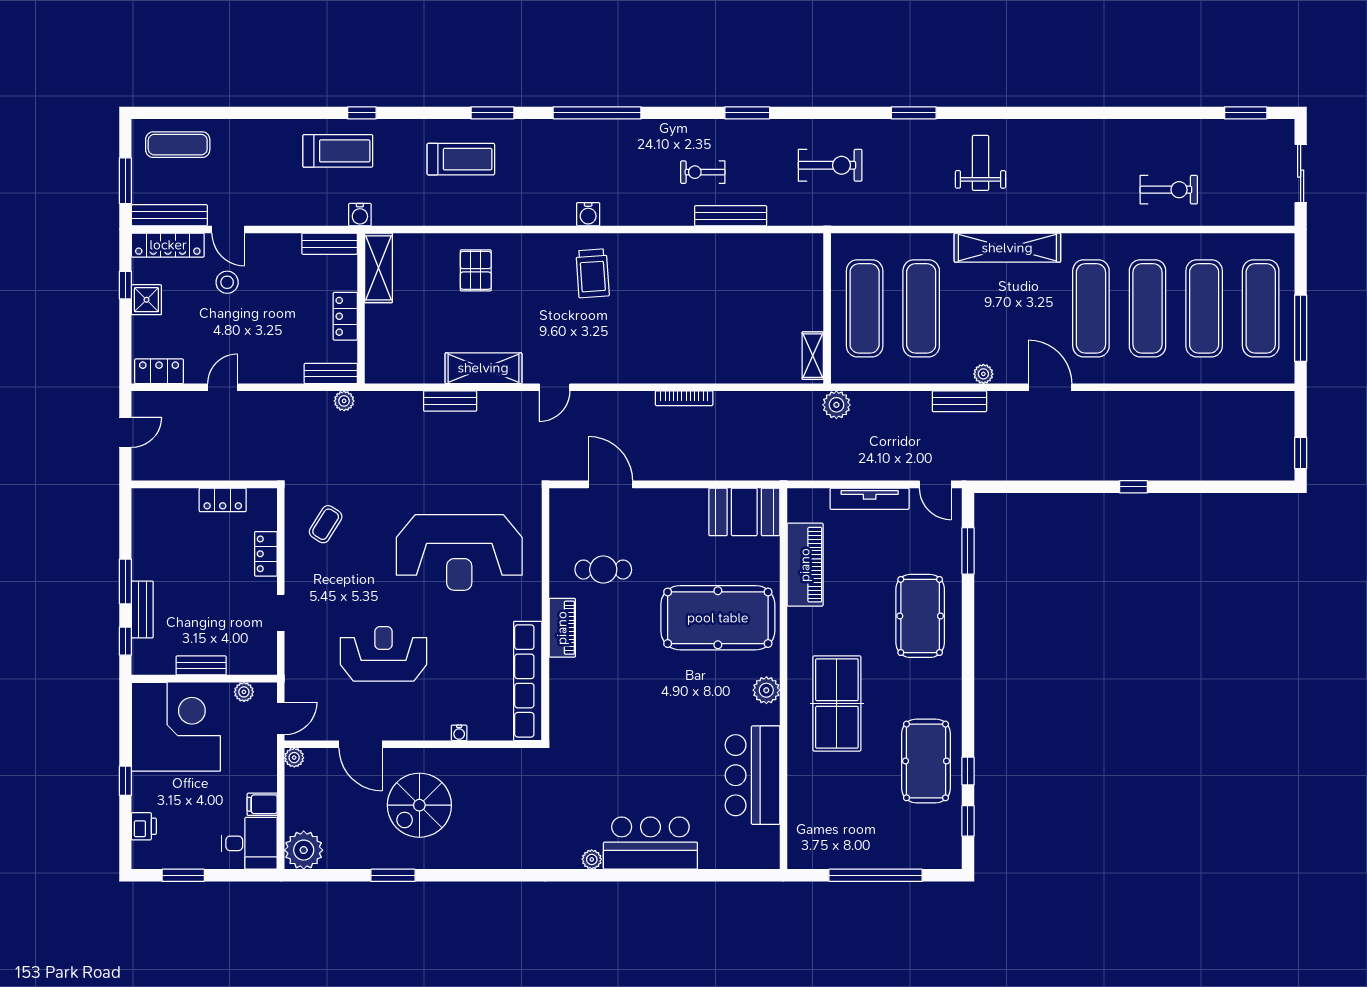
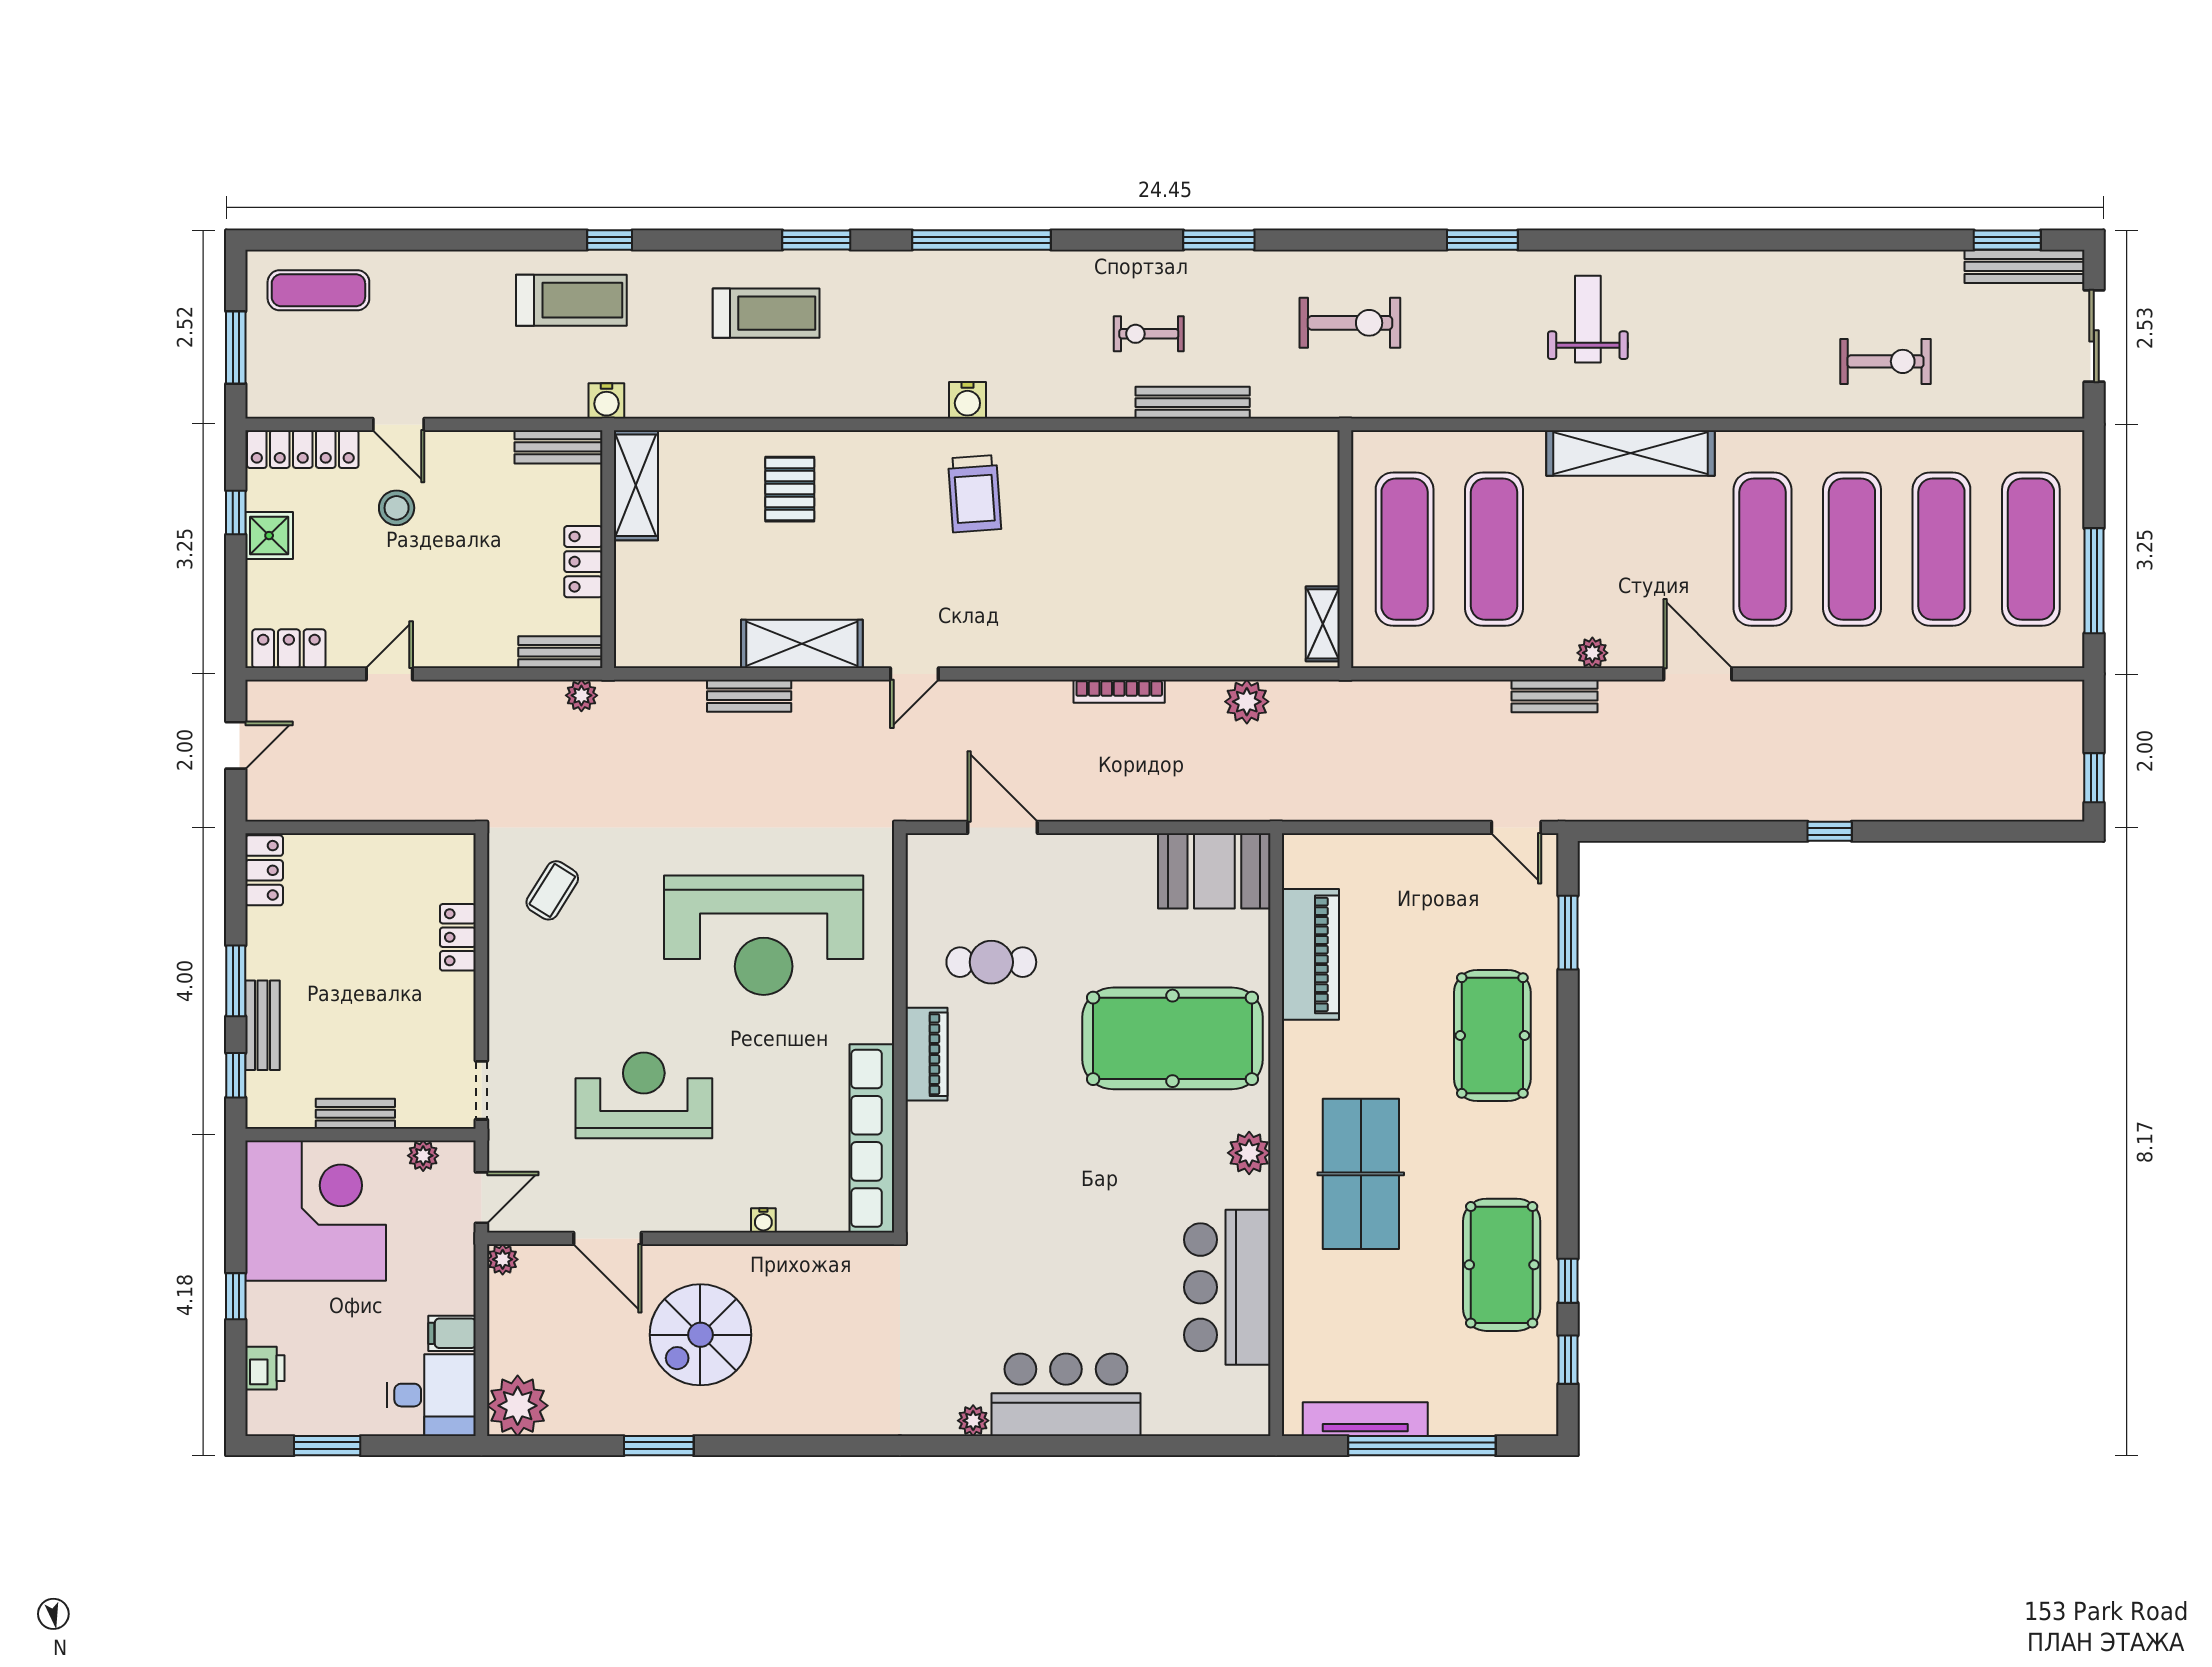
bench: (169, 215) -> (2024, 266), moved
plant: (836, 405) -> (1247, 702), moved
tv unit: (870, 499) -> (1365, 1419), moved, turned 180
locker: (223, 500) -> (264, 870), moved, turned -90
doorway: (281, 613) -> (481, 1090), moved

